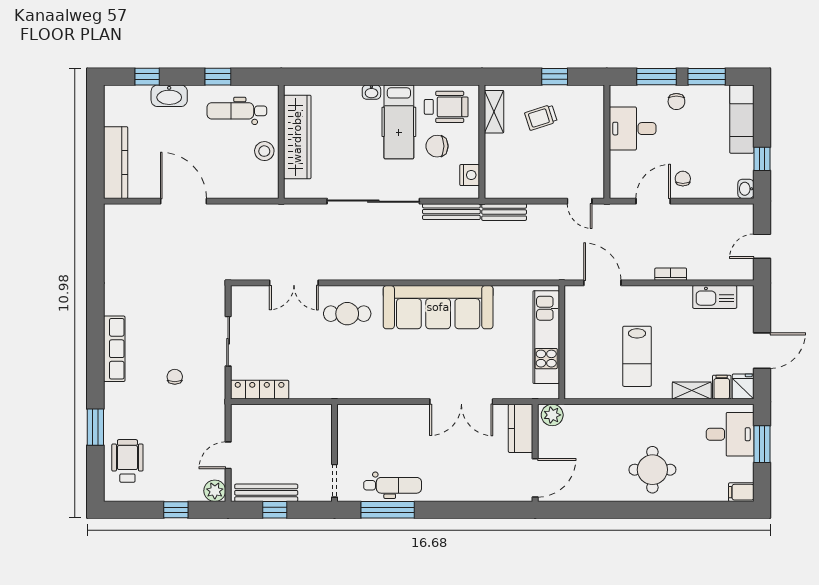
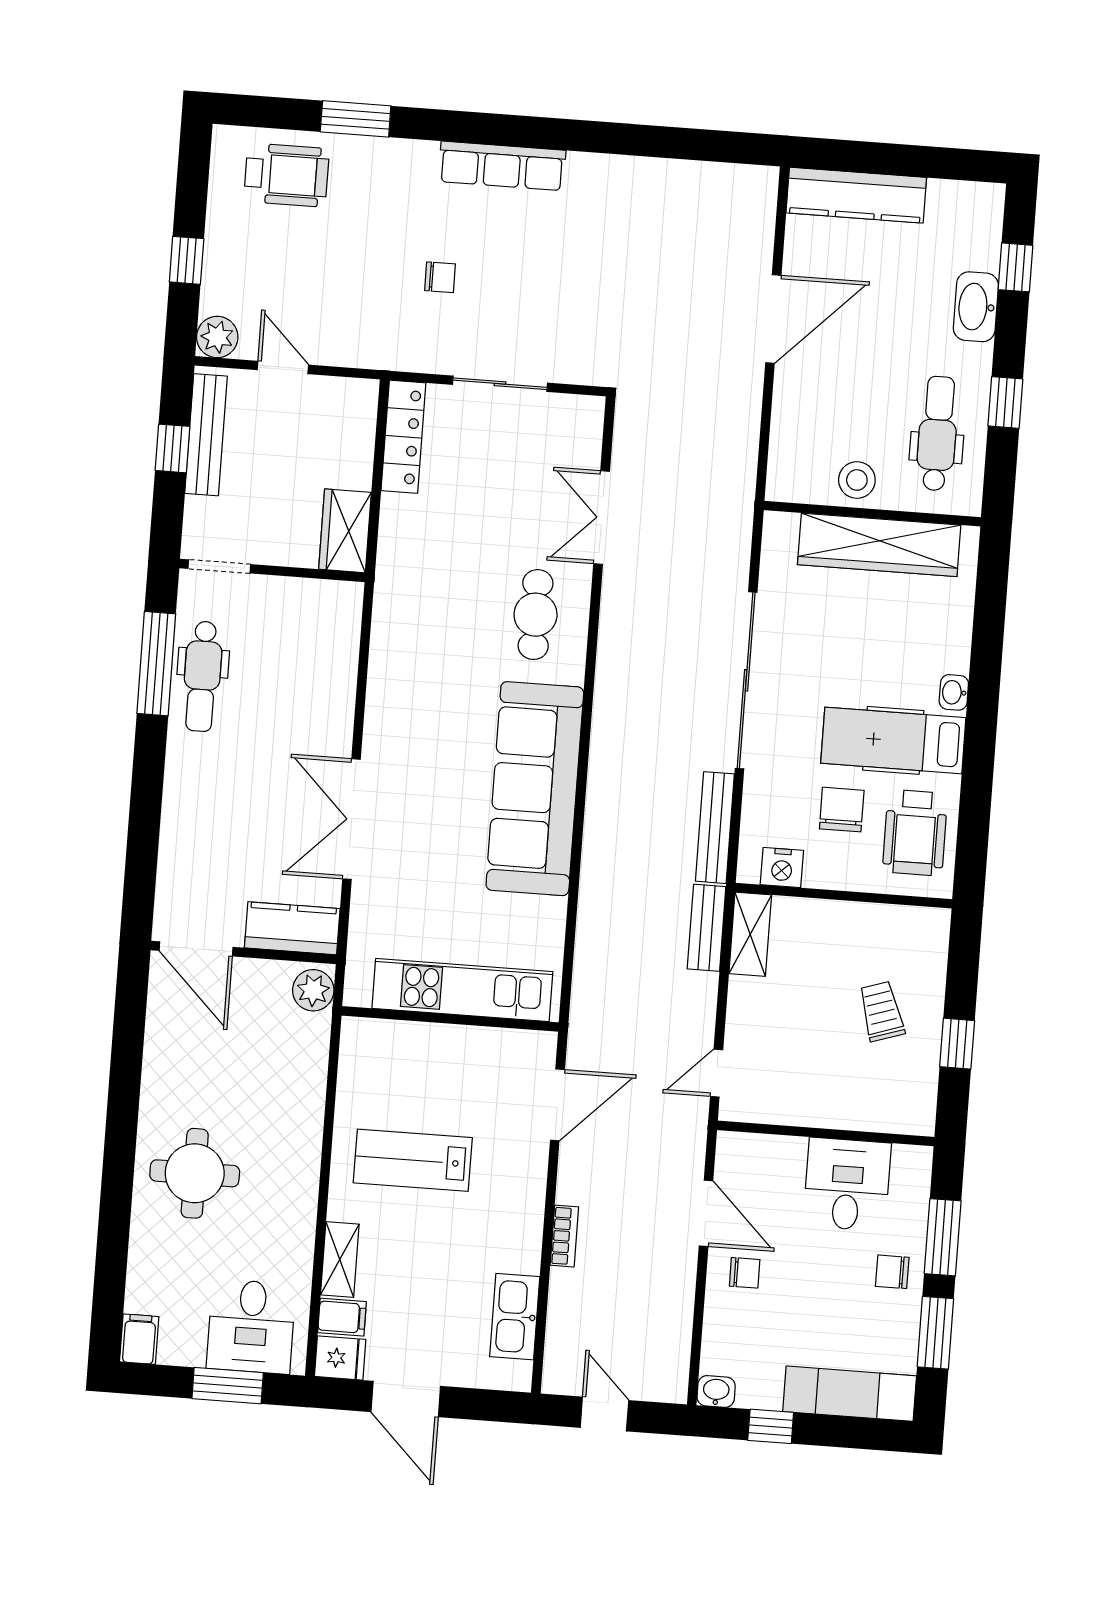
shelving: (494, 112) -> (750, 934), moved, turned 90
wardrobe: (311, 416) -> (345, 531), added

